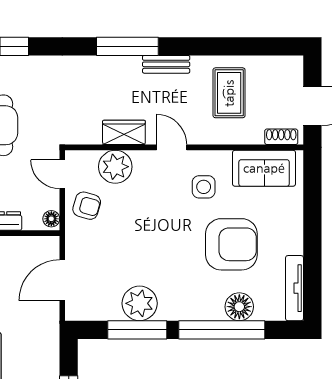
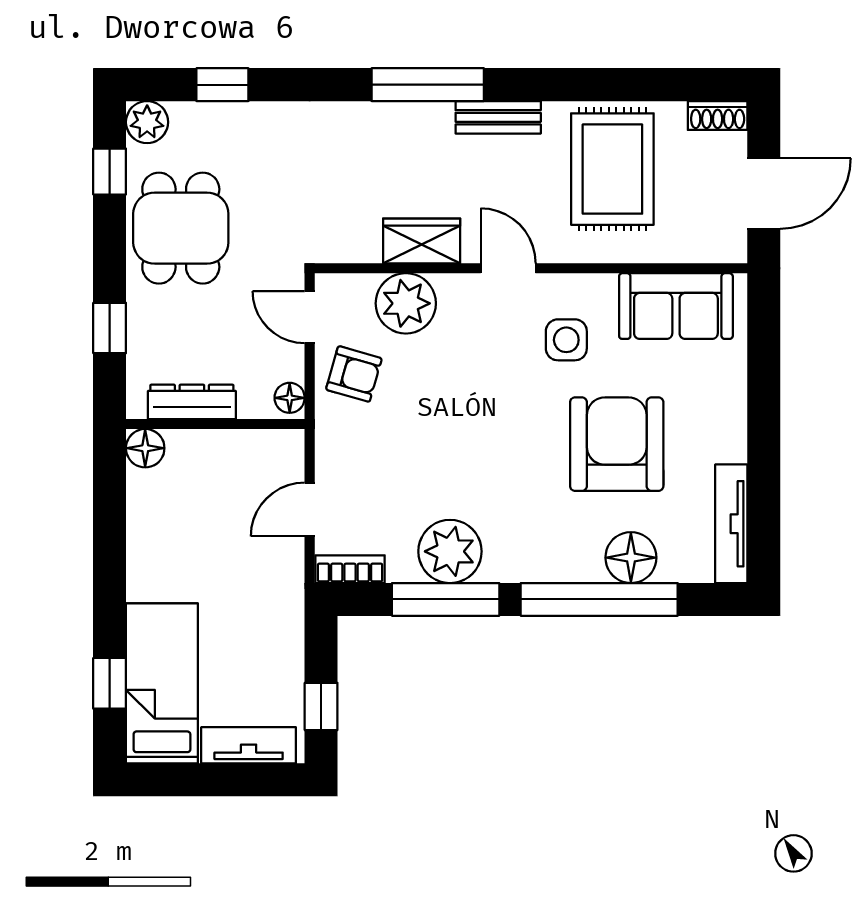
rug: (229, 93) -> (612, 169), width x1.36, depth x1.43
shoe rack: (281, 137) -> (718, 115), moved, turned 180
armchair: (231, 244) -> (617, 444), turned -90
door: (62, 280) -> (310, 509), width x0.73
bookcase: (85, 313) -> (350, 569), added

